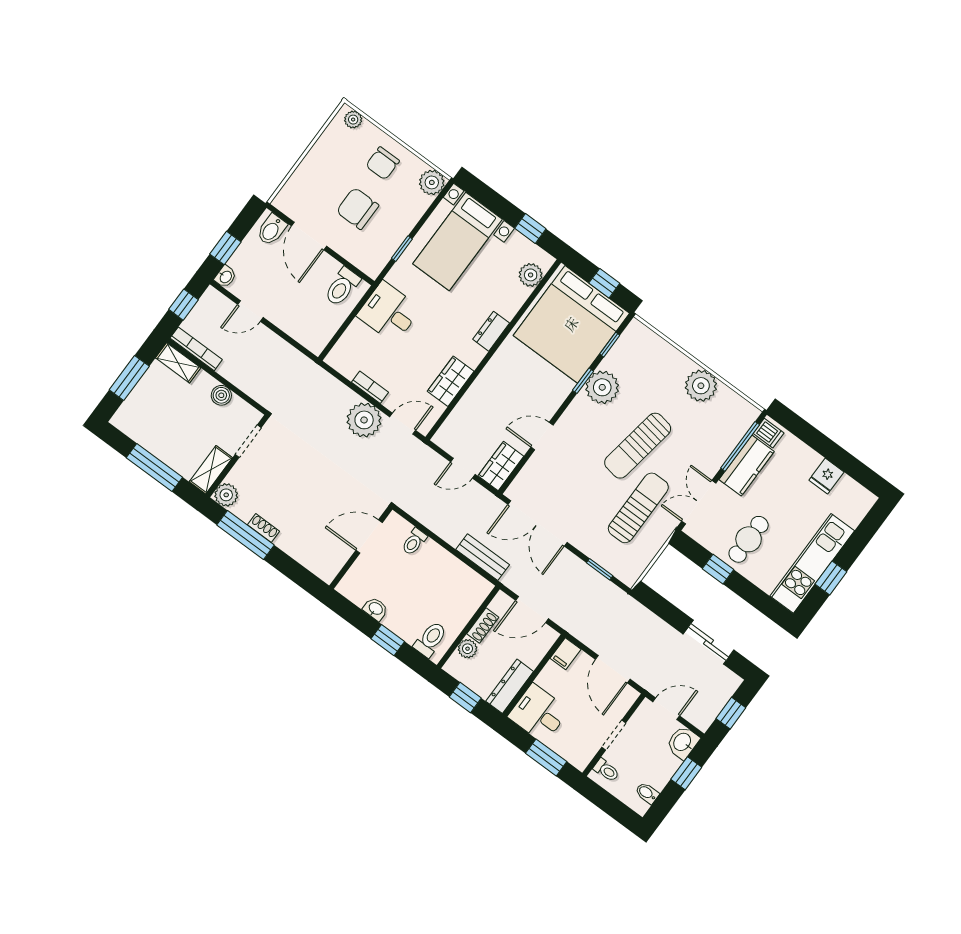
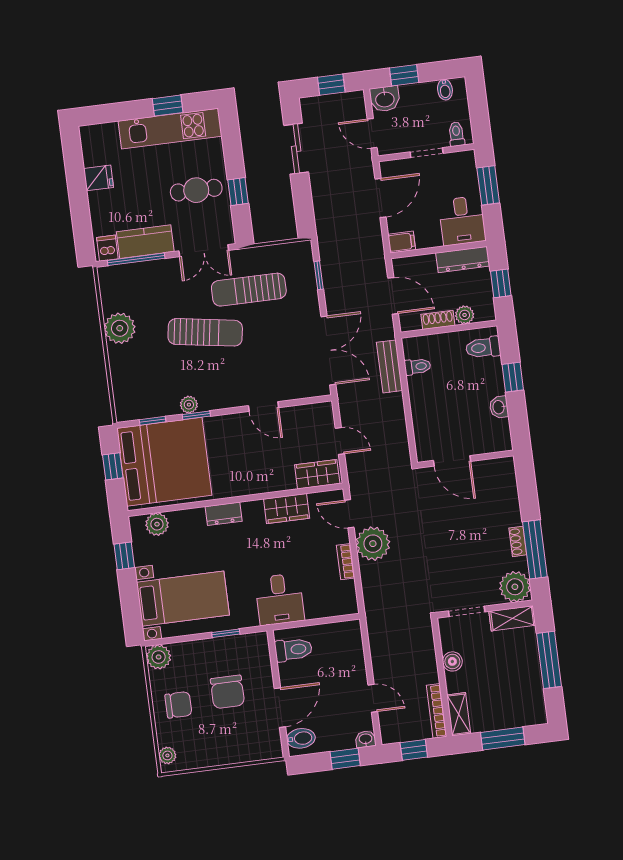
plant: (602, 387) -> (189, 405), width x0.53, depth x0.53
wardrobe: (501, 466) -> (317, 474), moved, turned 180
plant: (226, 495) -> (515, 587), width x1.36, depth x1.36
toilet: (414, 542) -> (418, 367), moved

